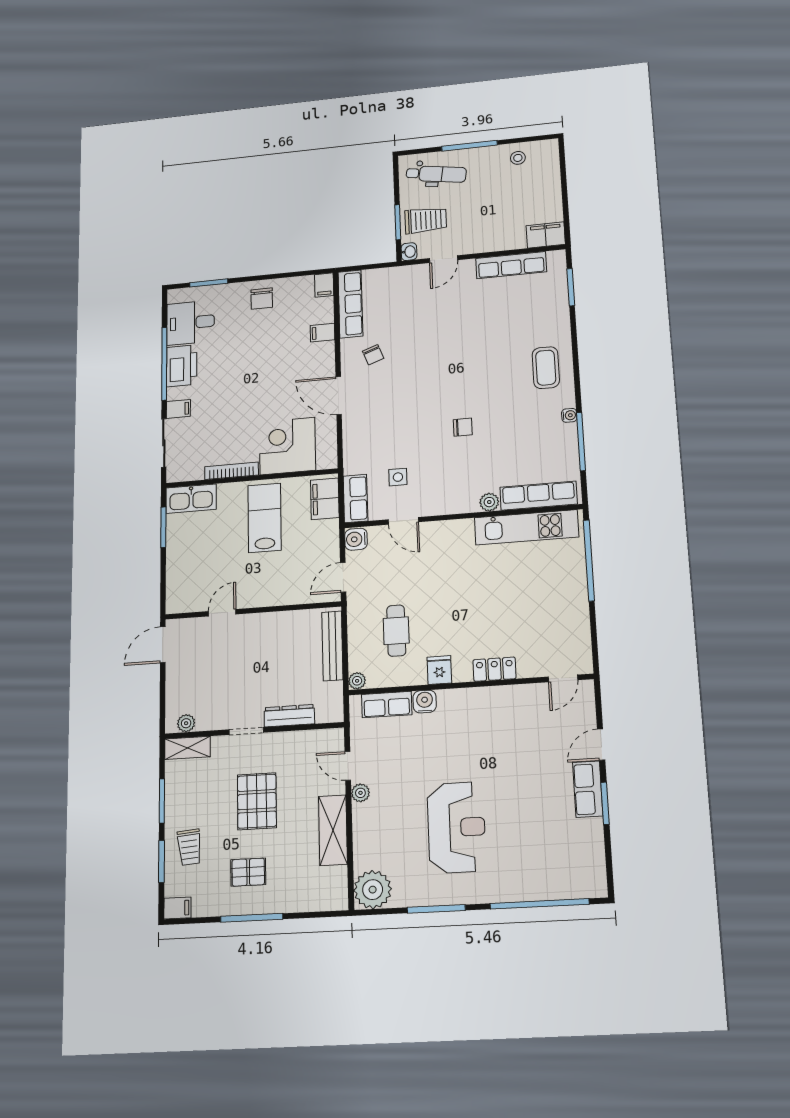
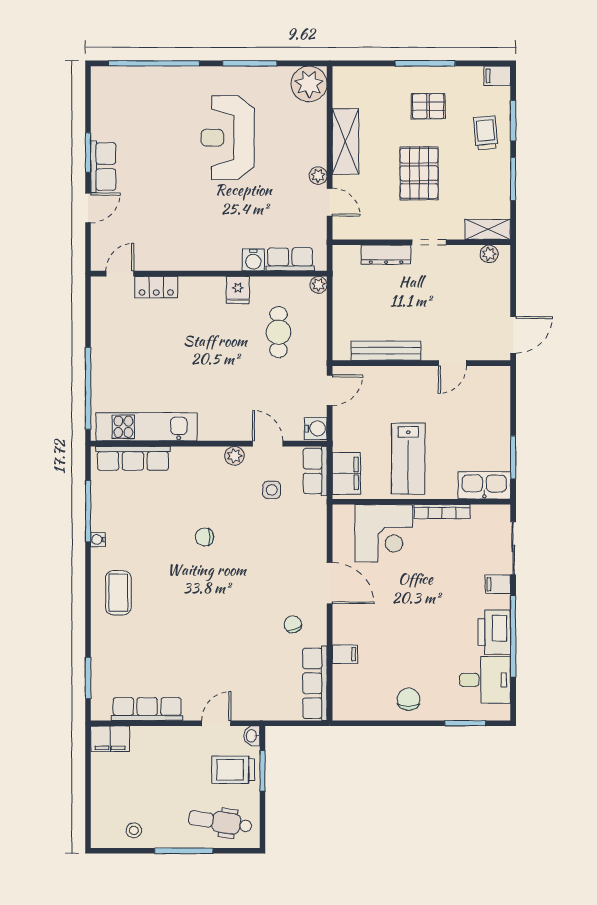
filing cabinet: (324, 285) -> (342, 708), removed
plant: (489, 502) -> (234, 456), moved
bench: (332, 646) -> (386, 351), moved, turned 90
locker: (494, 669) -> (156, 287), moved

